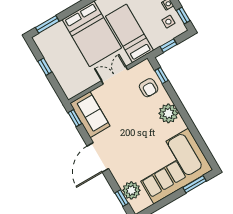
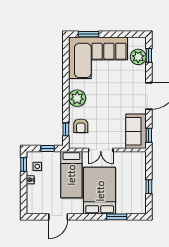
window: (47, 24) -> (117, 217), moved
armchair: (149, 88) -> (81, 126), turned 180

